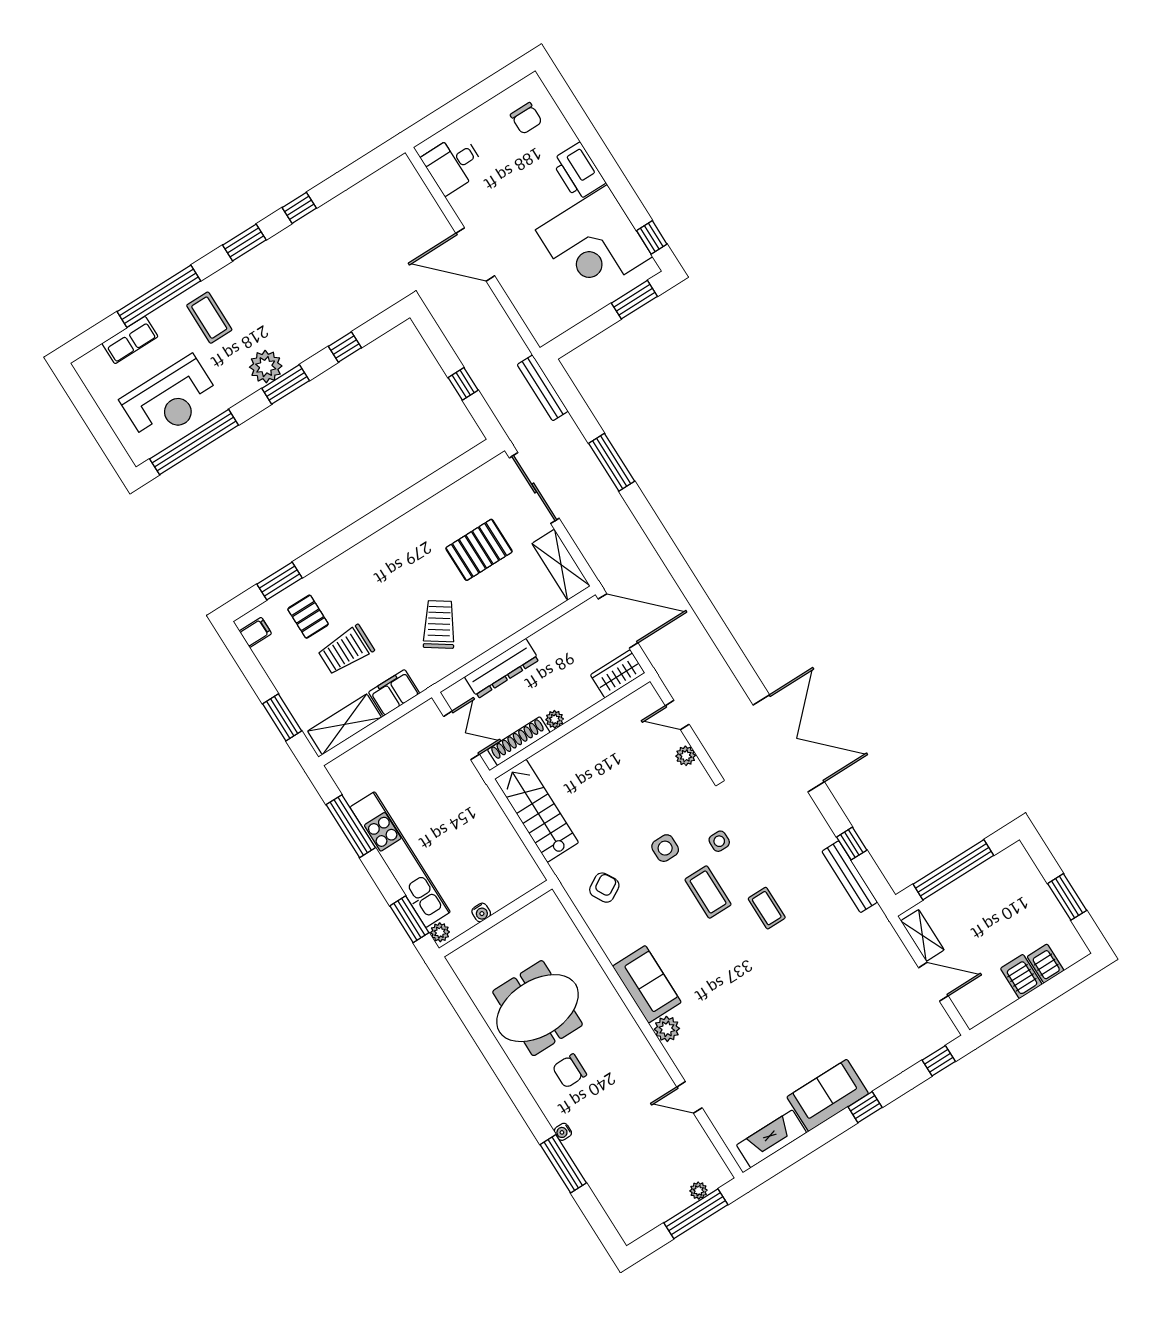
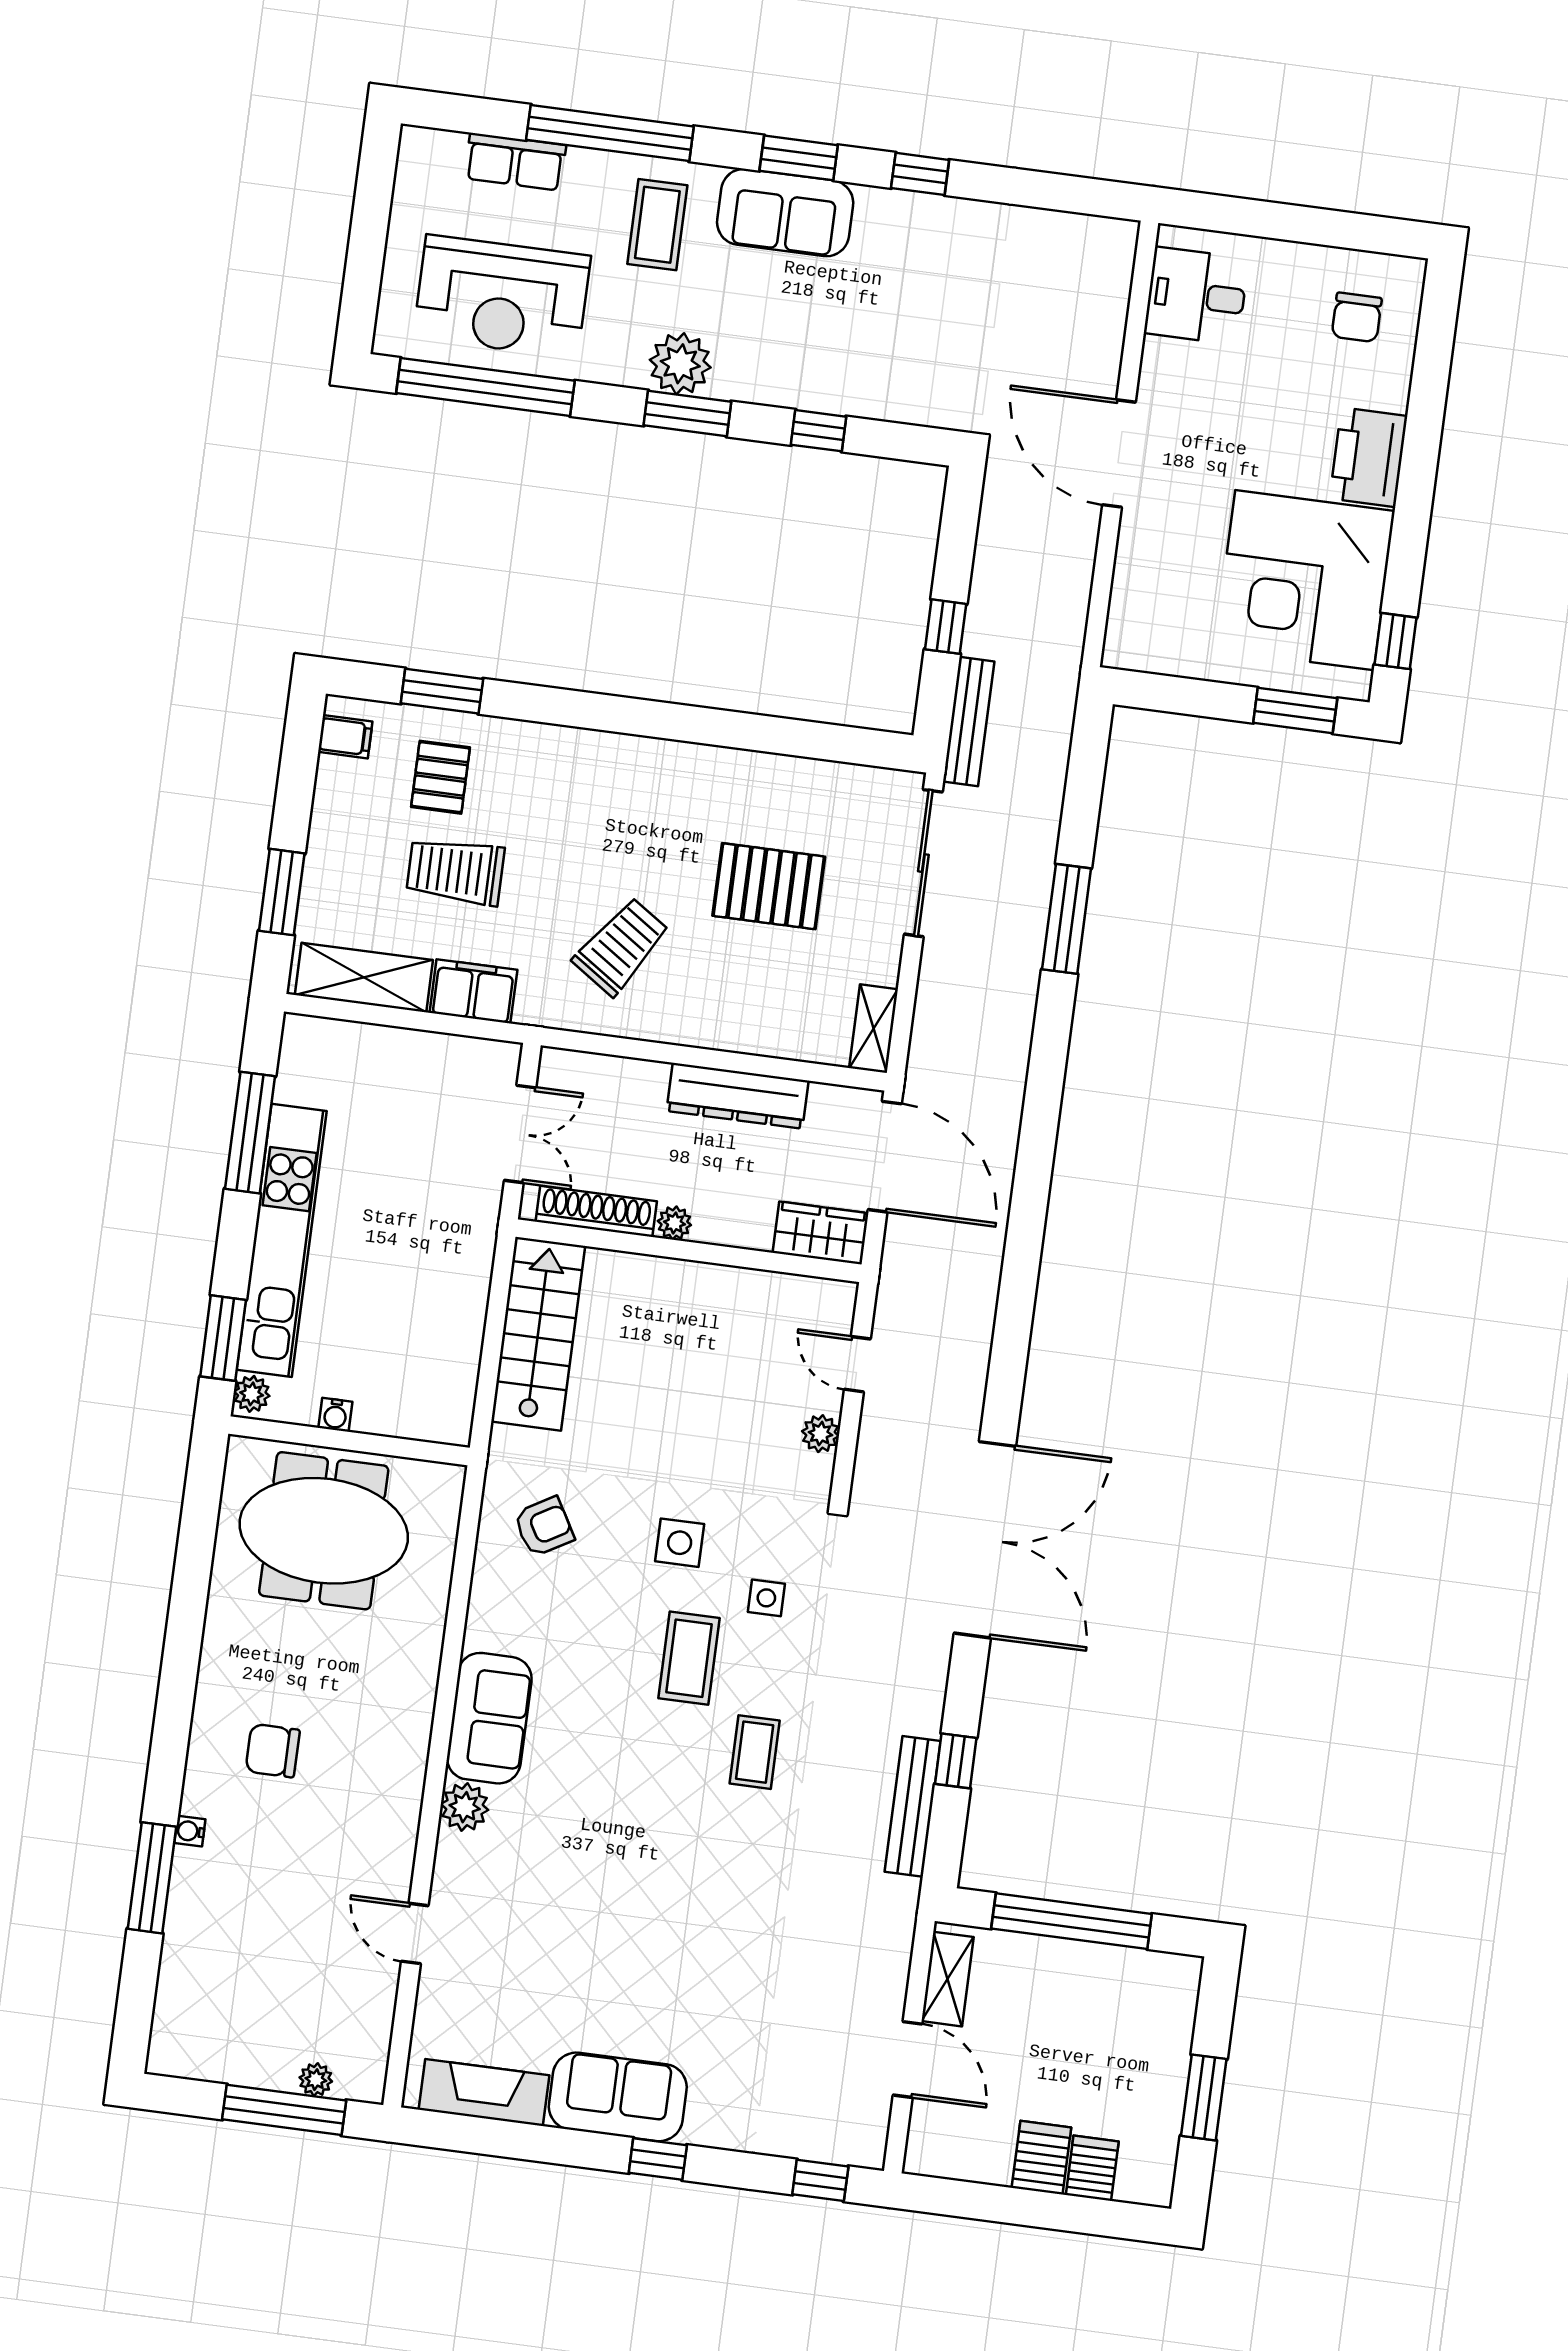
sofa: (257, 269) -> (785, 213), added
bench: (543, 388) -> (969, 722), moved
shelving: (561, 565) -> (873, 1029), width x0.67, depth x0.75
dresser: (502, 668) -> (737, 1096), moved
meeting table: (538, 1008) -> (324, 1531), moved

